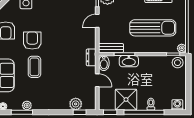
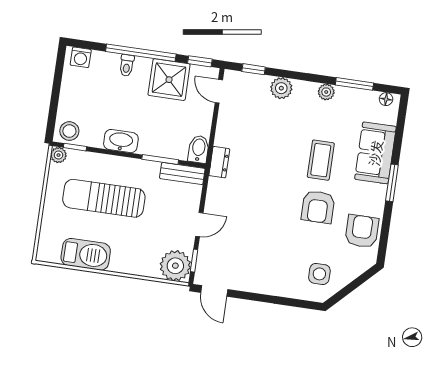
washbasin: (129, 61) -> (121, 141), moved
door: (97, 80) -> (219, 91), moved
plant: (76, 104) -> (281, 88), moved
plant: (27, 105) -> (326, 92), moved

